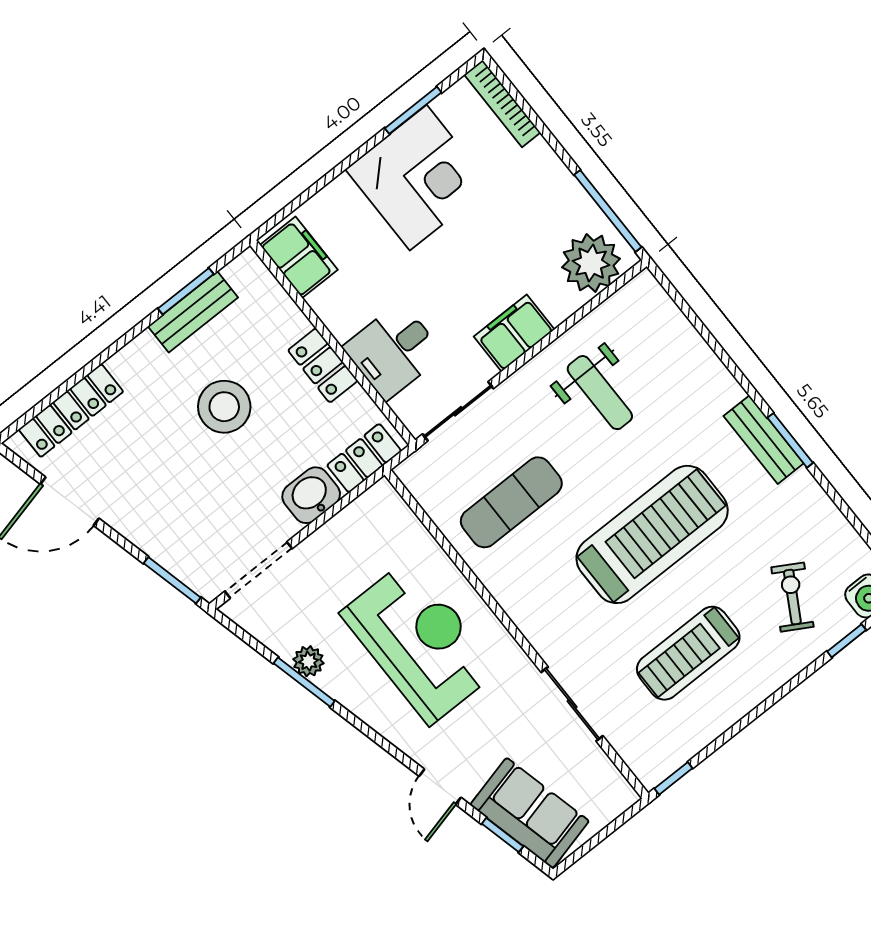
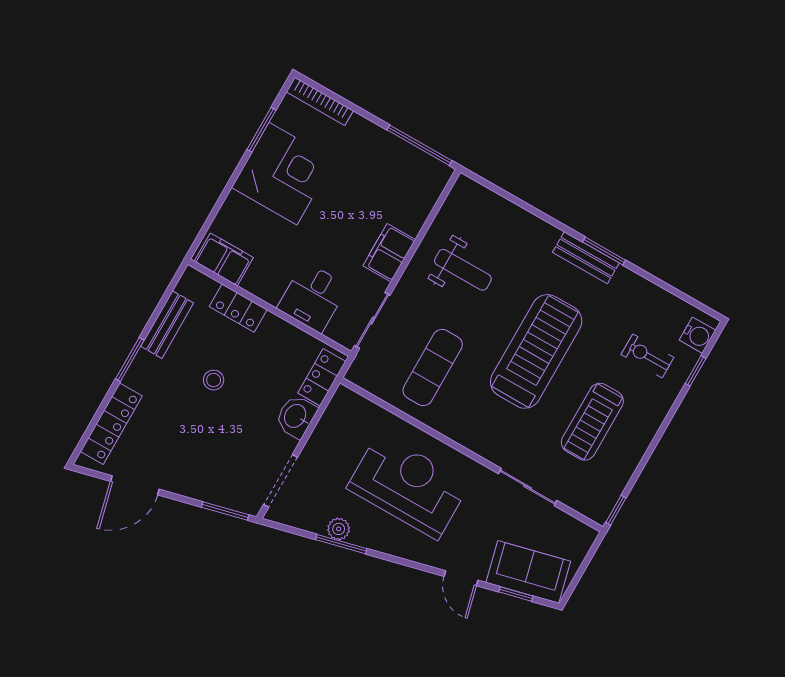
plant: (591, 263) -> (422, 185), removed
window: (186, 291) -> (130, 360), moved
locker: (323, 365) -> (238, 308), moved
stool: (224, 407) -> (214, 380), width x0.53, depth x0.53
exercise bike: (792, 597) -> (647, 356), turned -30

